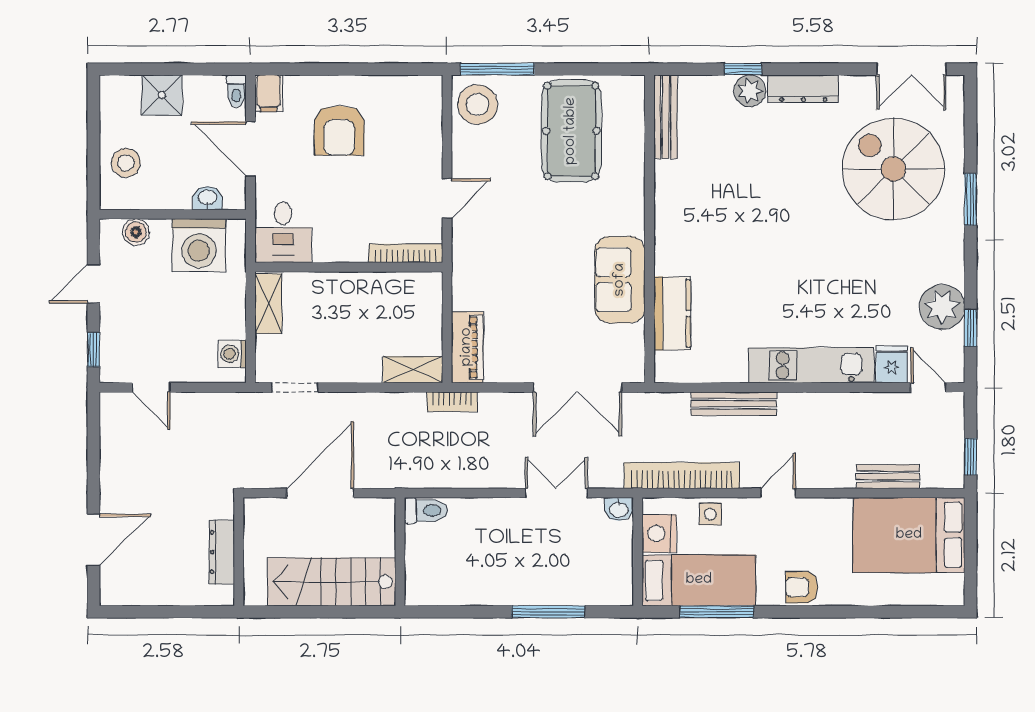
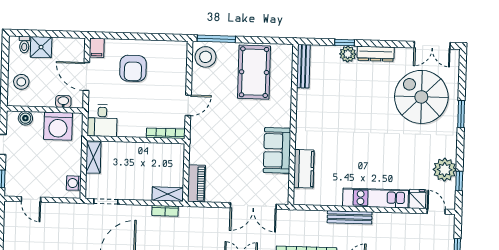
toilet: (236, 91) -> (24, 45), moved
bookcase: (452, 402) -> (165, 211), moved
bench: (734, 404) -> (350, 217), moved

